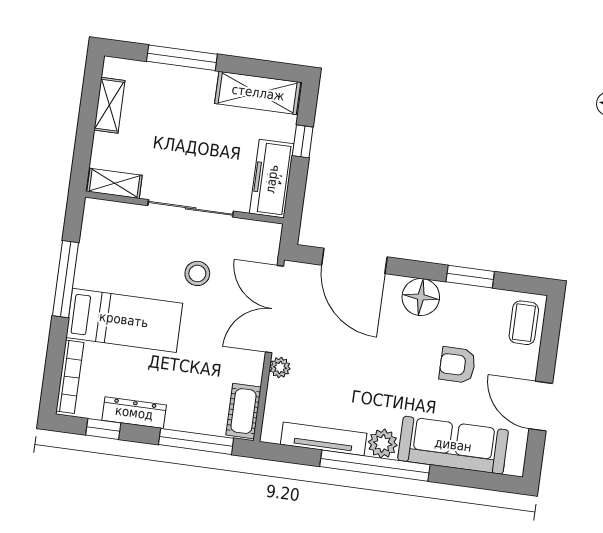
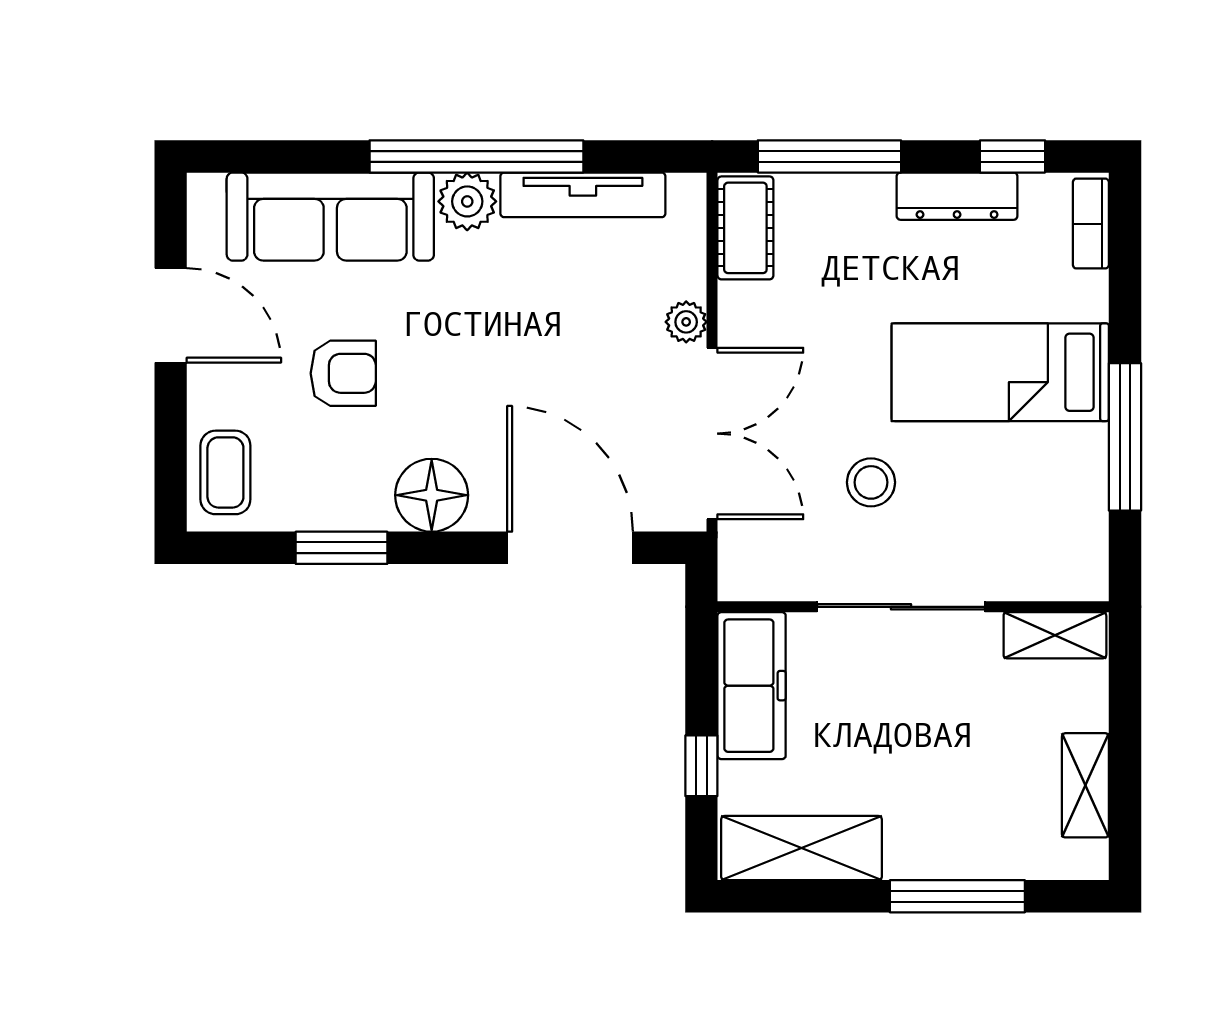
bookcase: (70, 377) -> (1091, 224), width x0.64

